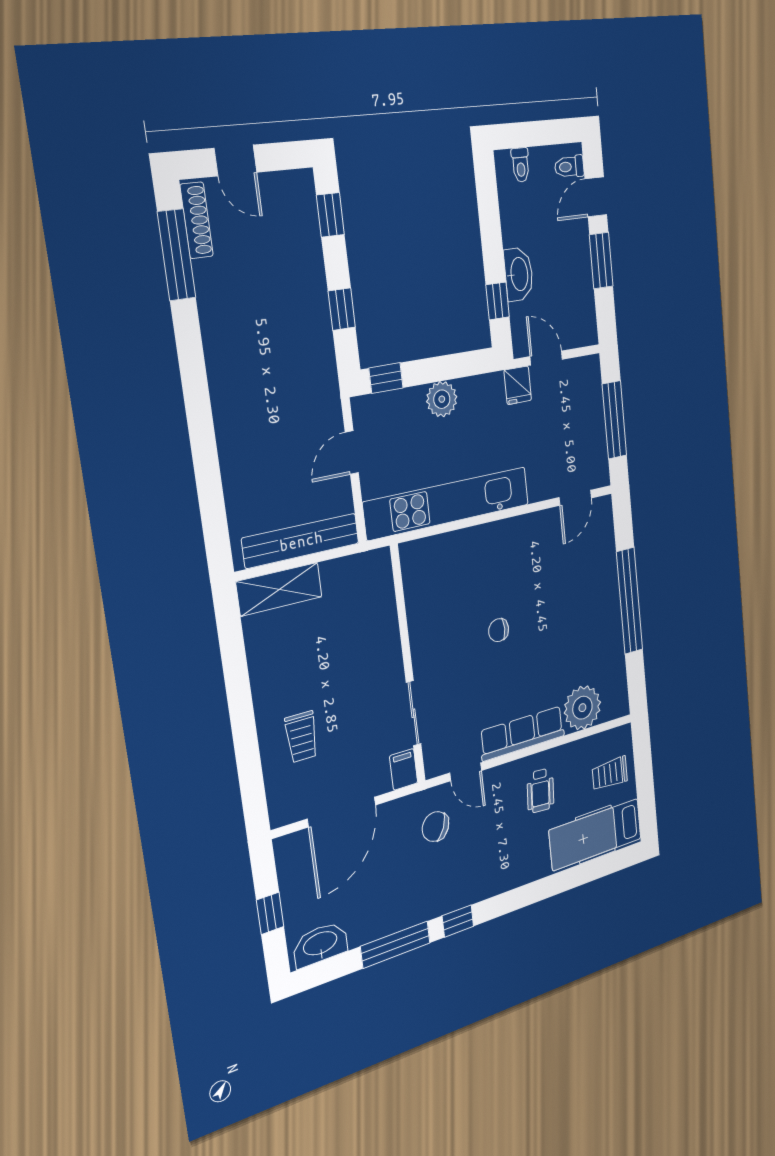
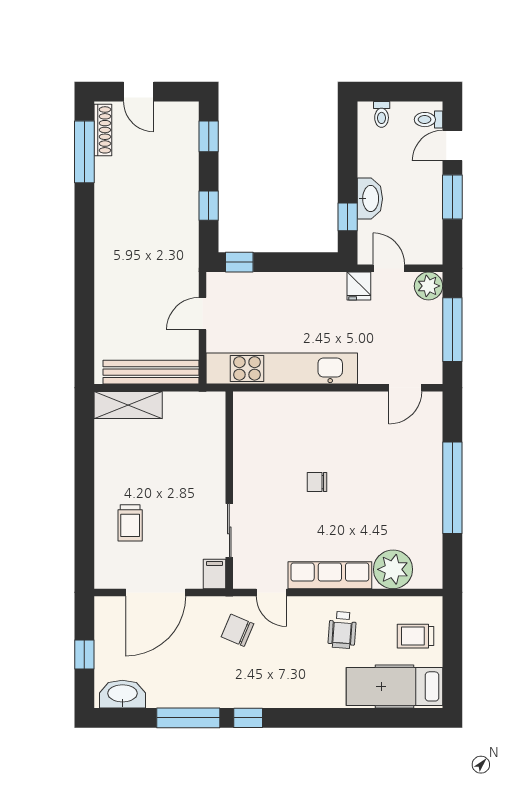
plant: (442, 399) -> (429, 286), moved

